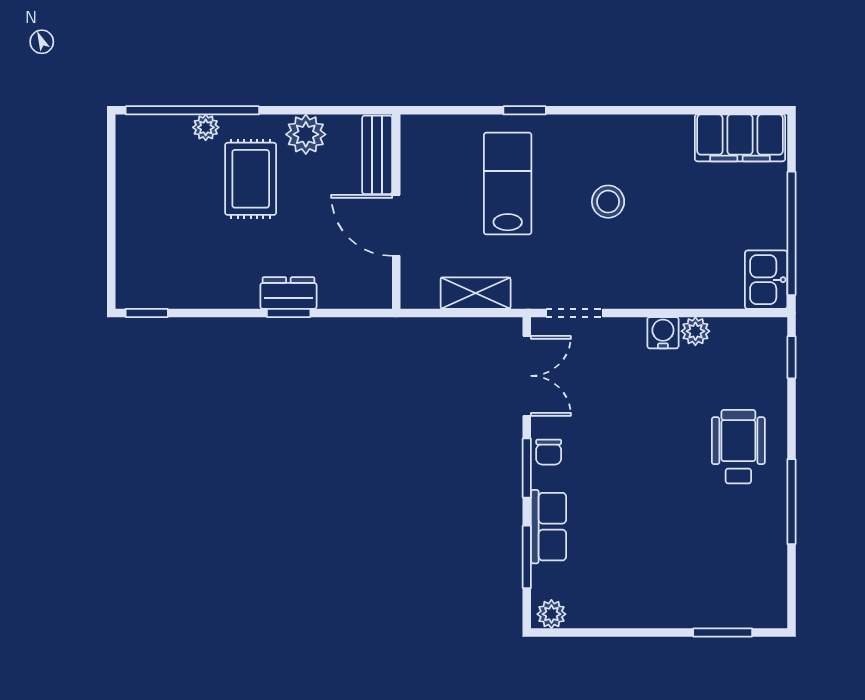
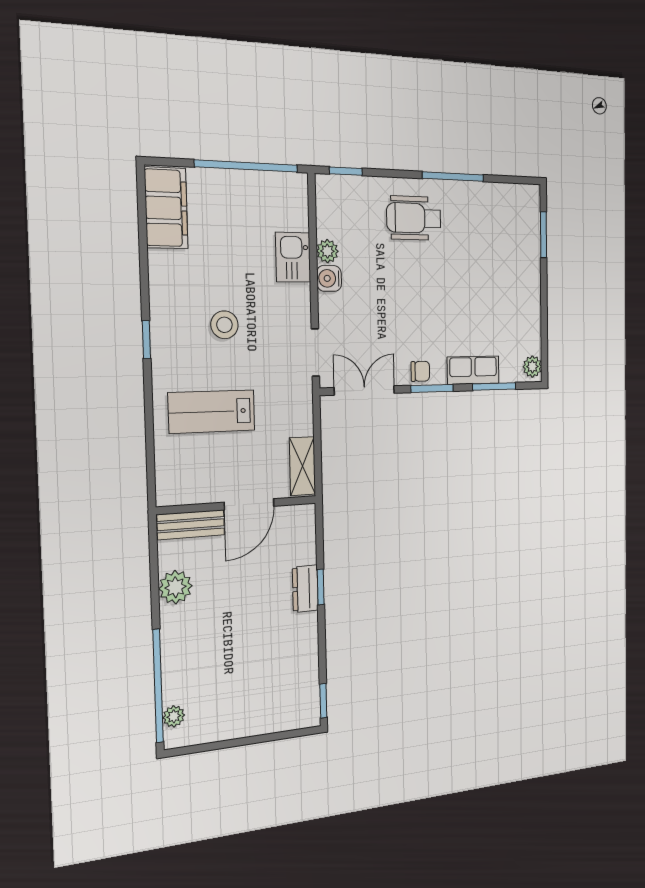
window: (525, 110) -> (146, 340), moved
plant: (206, 127) -> (174, 716), moved
rug: (251, 179) -> (214, 630), removed
kitchen sink: (766, 280) -> (293, 257), moved, turned 90
shelving: (476, 293) -> (302, 466), moved

